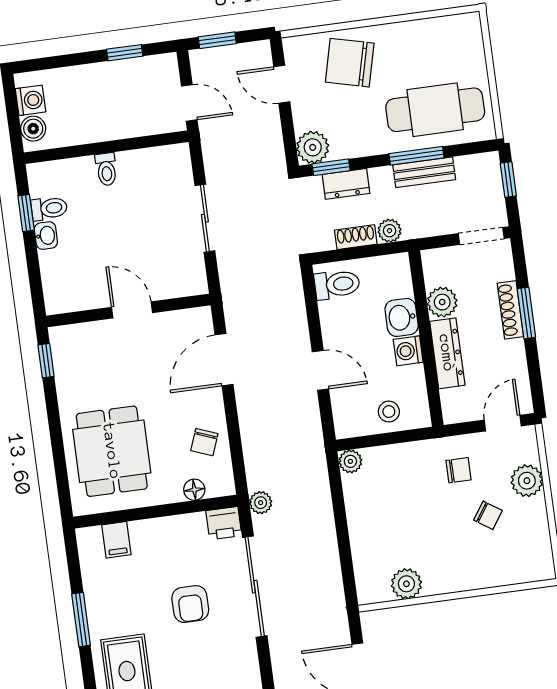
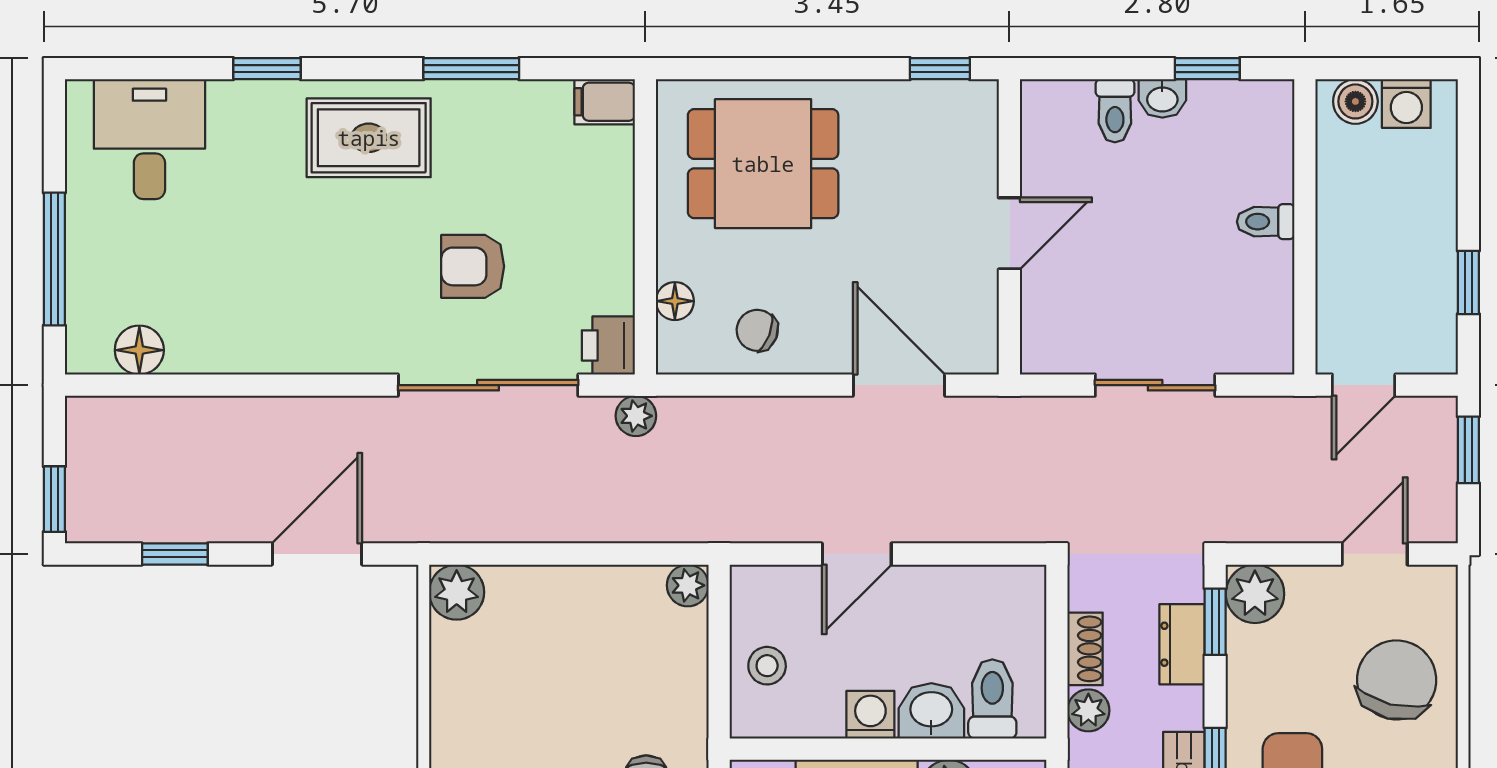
toilet: (49, 208) -> (1115, 111), moved
toilet: (337, 284) -> (992, 699), moved, turned 180
filing cabinet: (116, 540) -> (605, 102), moved
plant: (406, 584) -> (457, 592), moved

